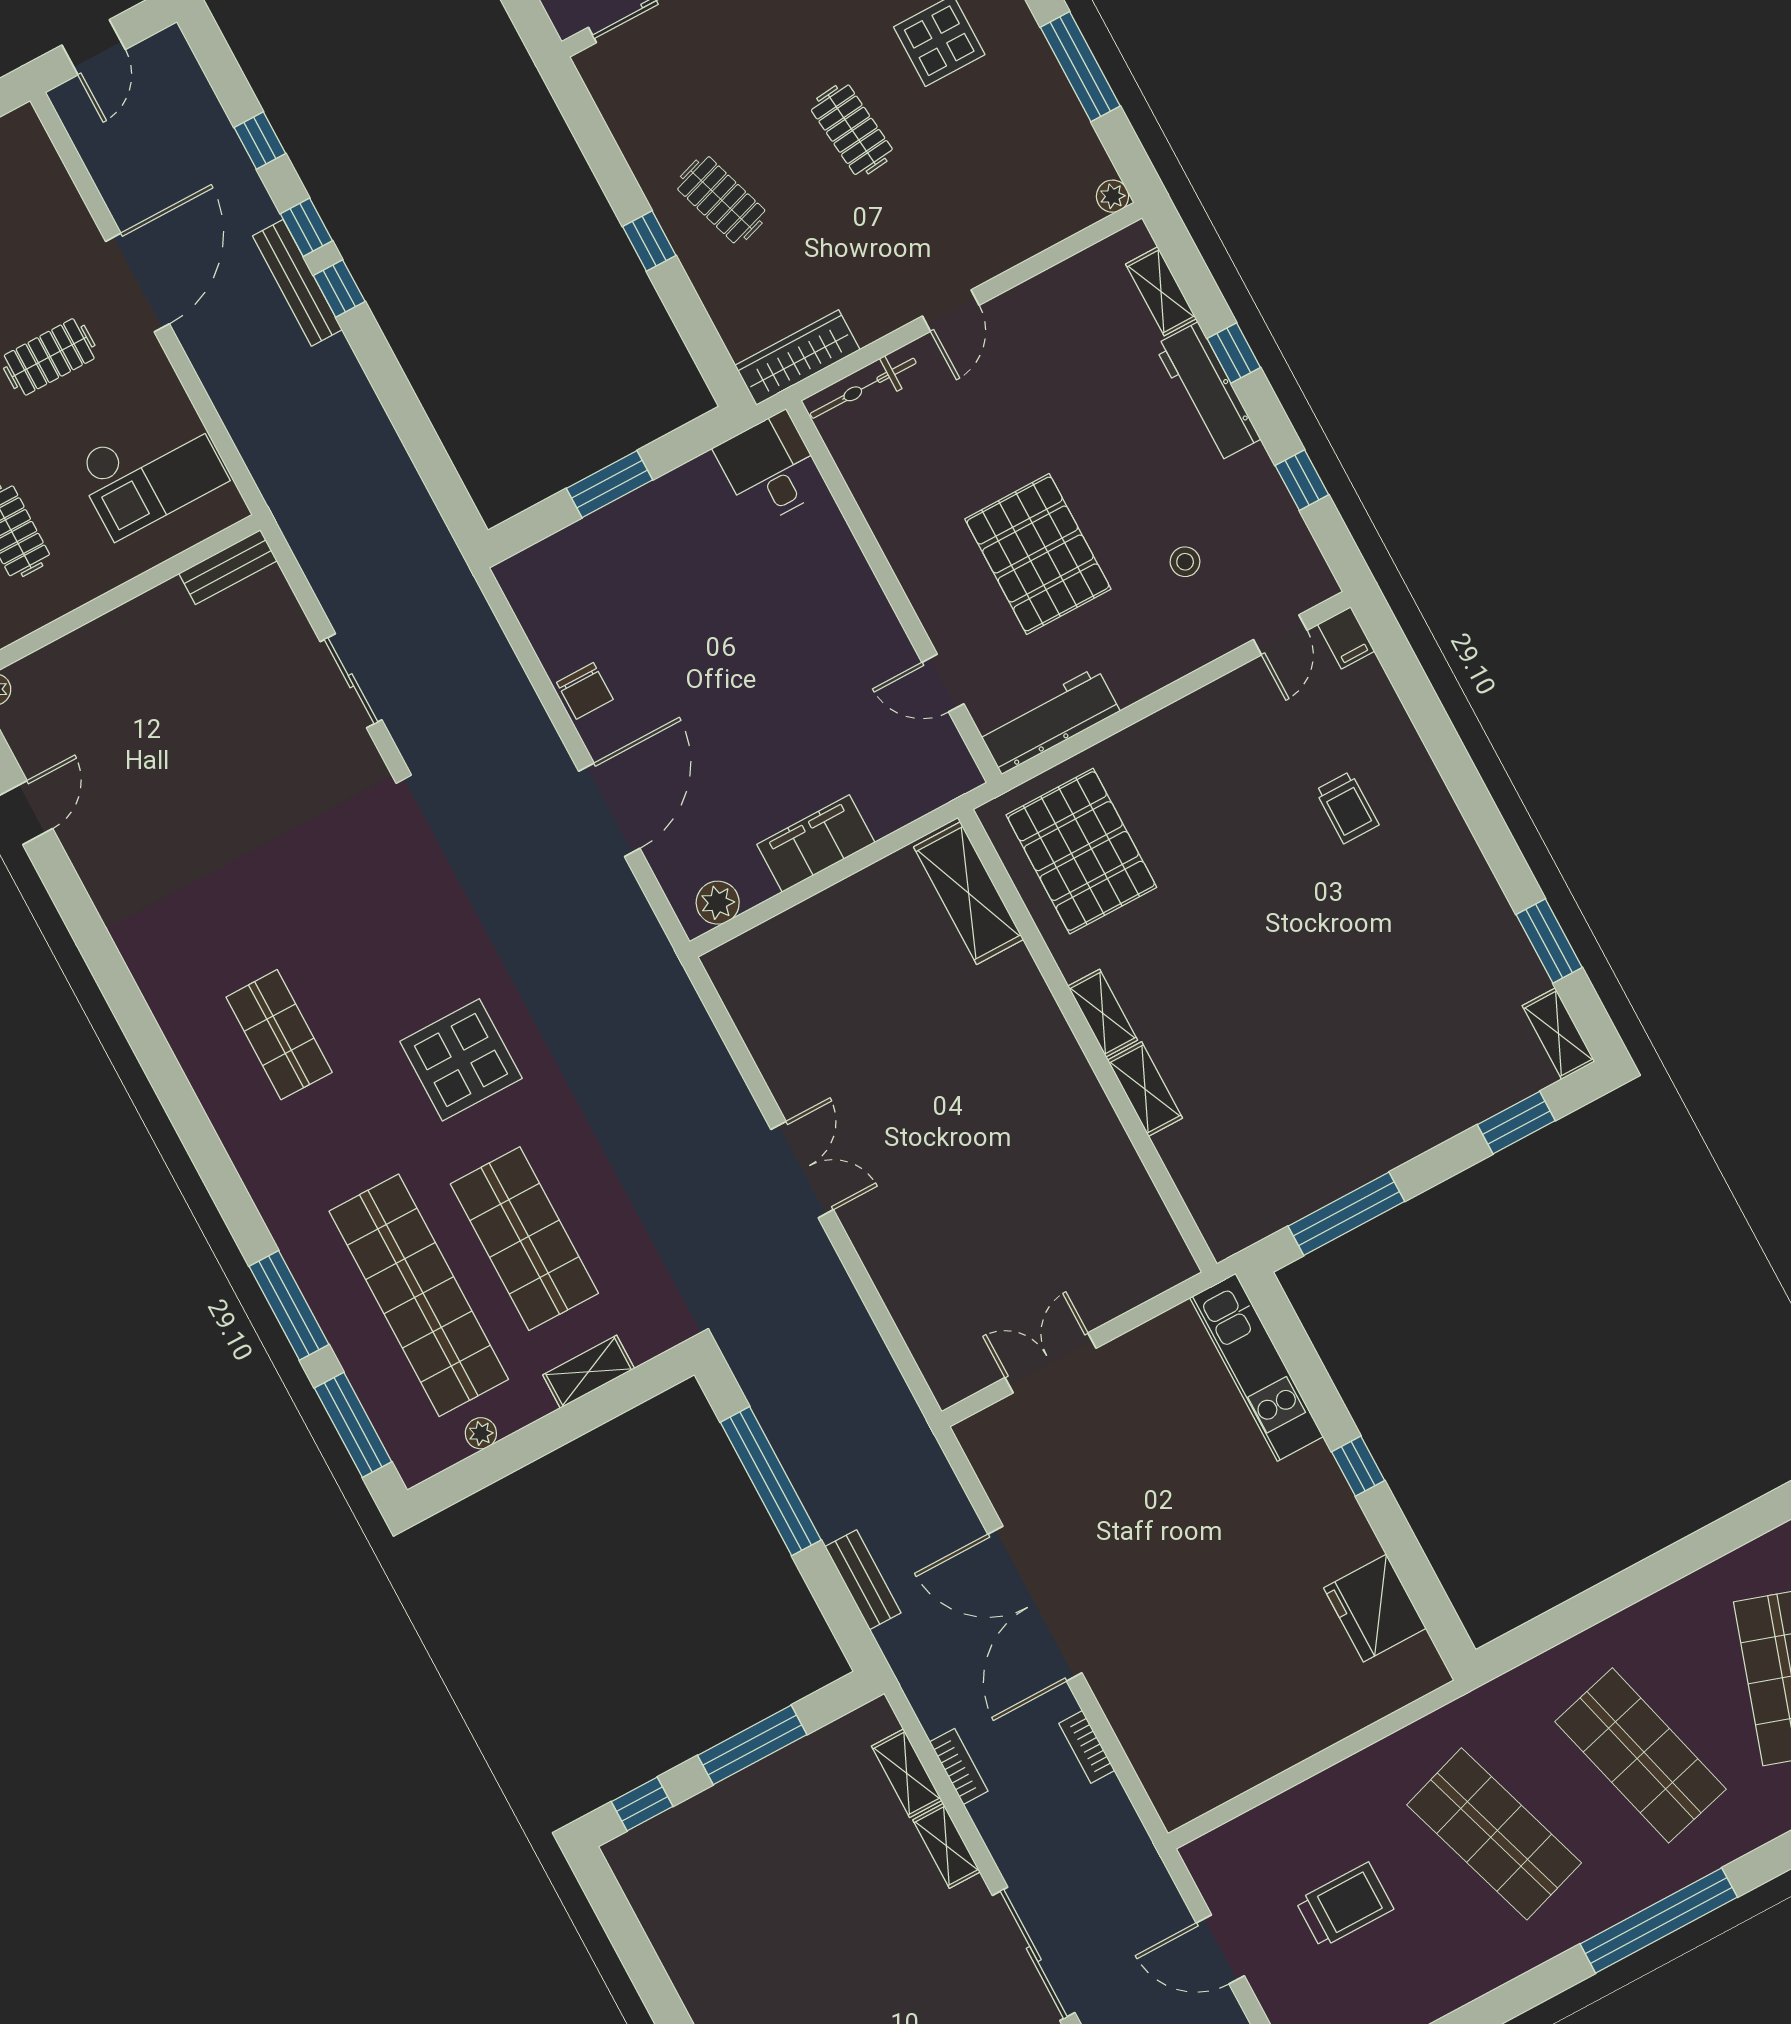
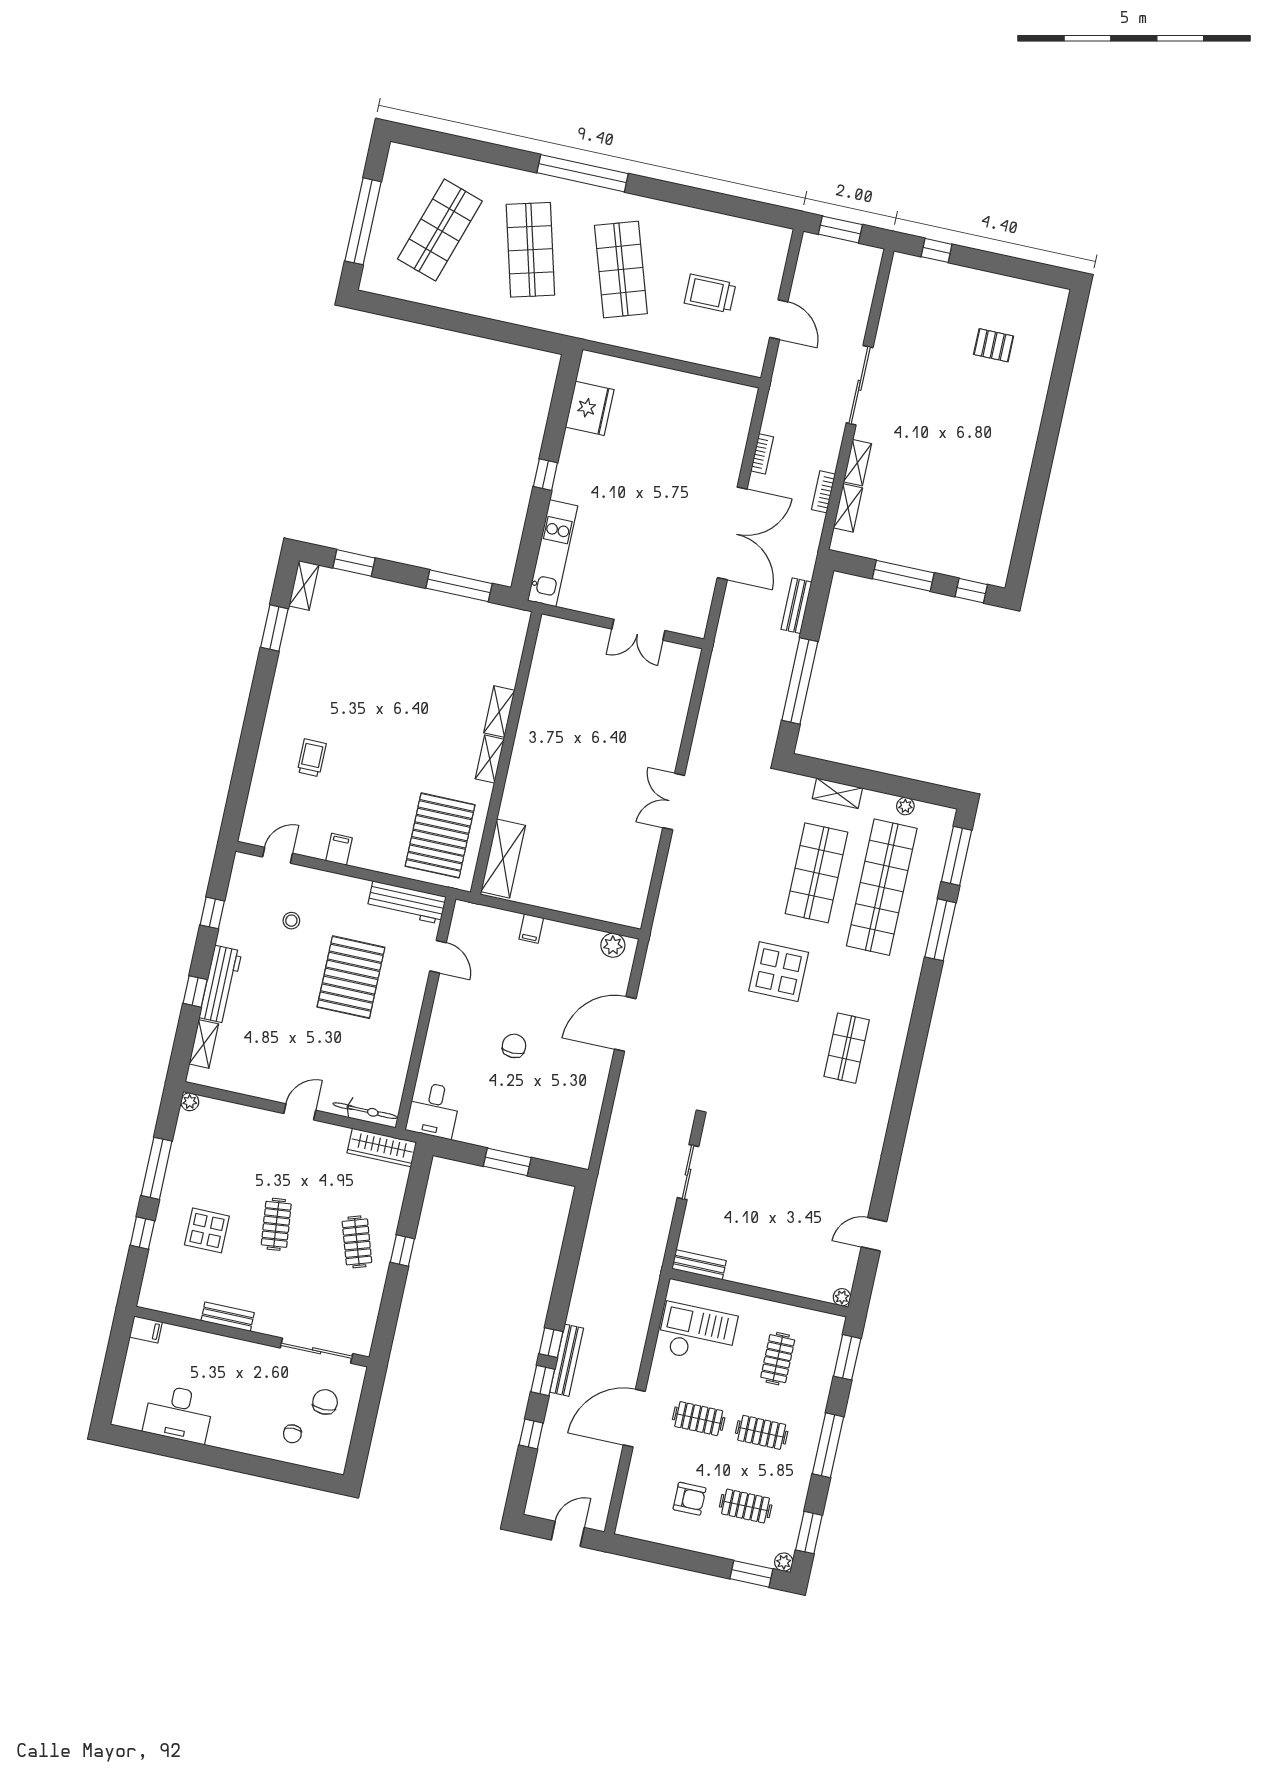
filing cabinet: (1346, 638) -> (339, 849), moved
chair: (585, 691) -> (514, 1046), moved
filing cabinet: (816, 843) -> (531, 929), width x0.33, depth x0.86

